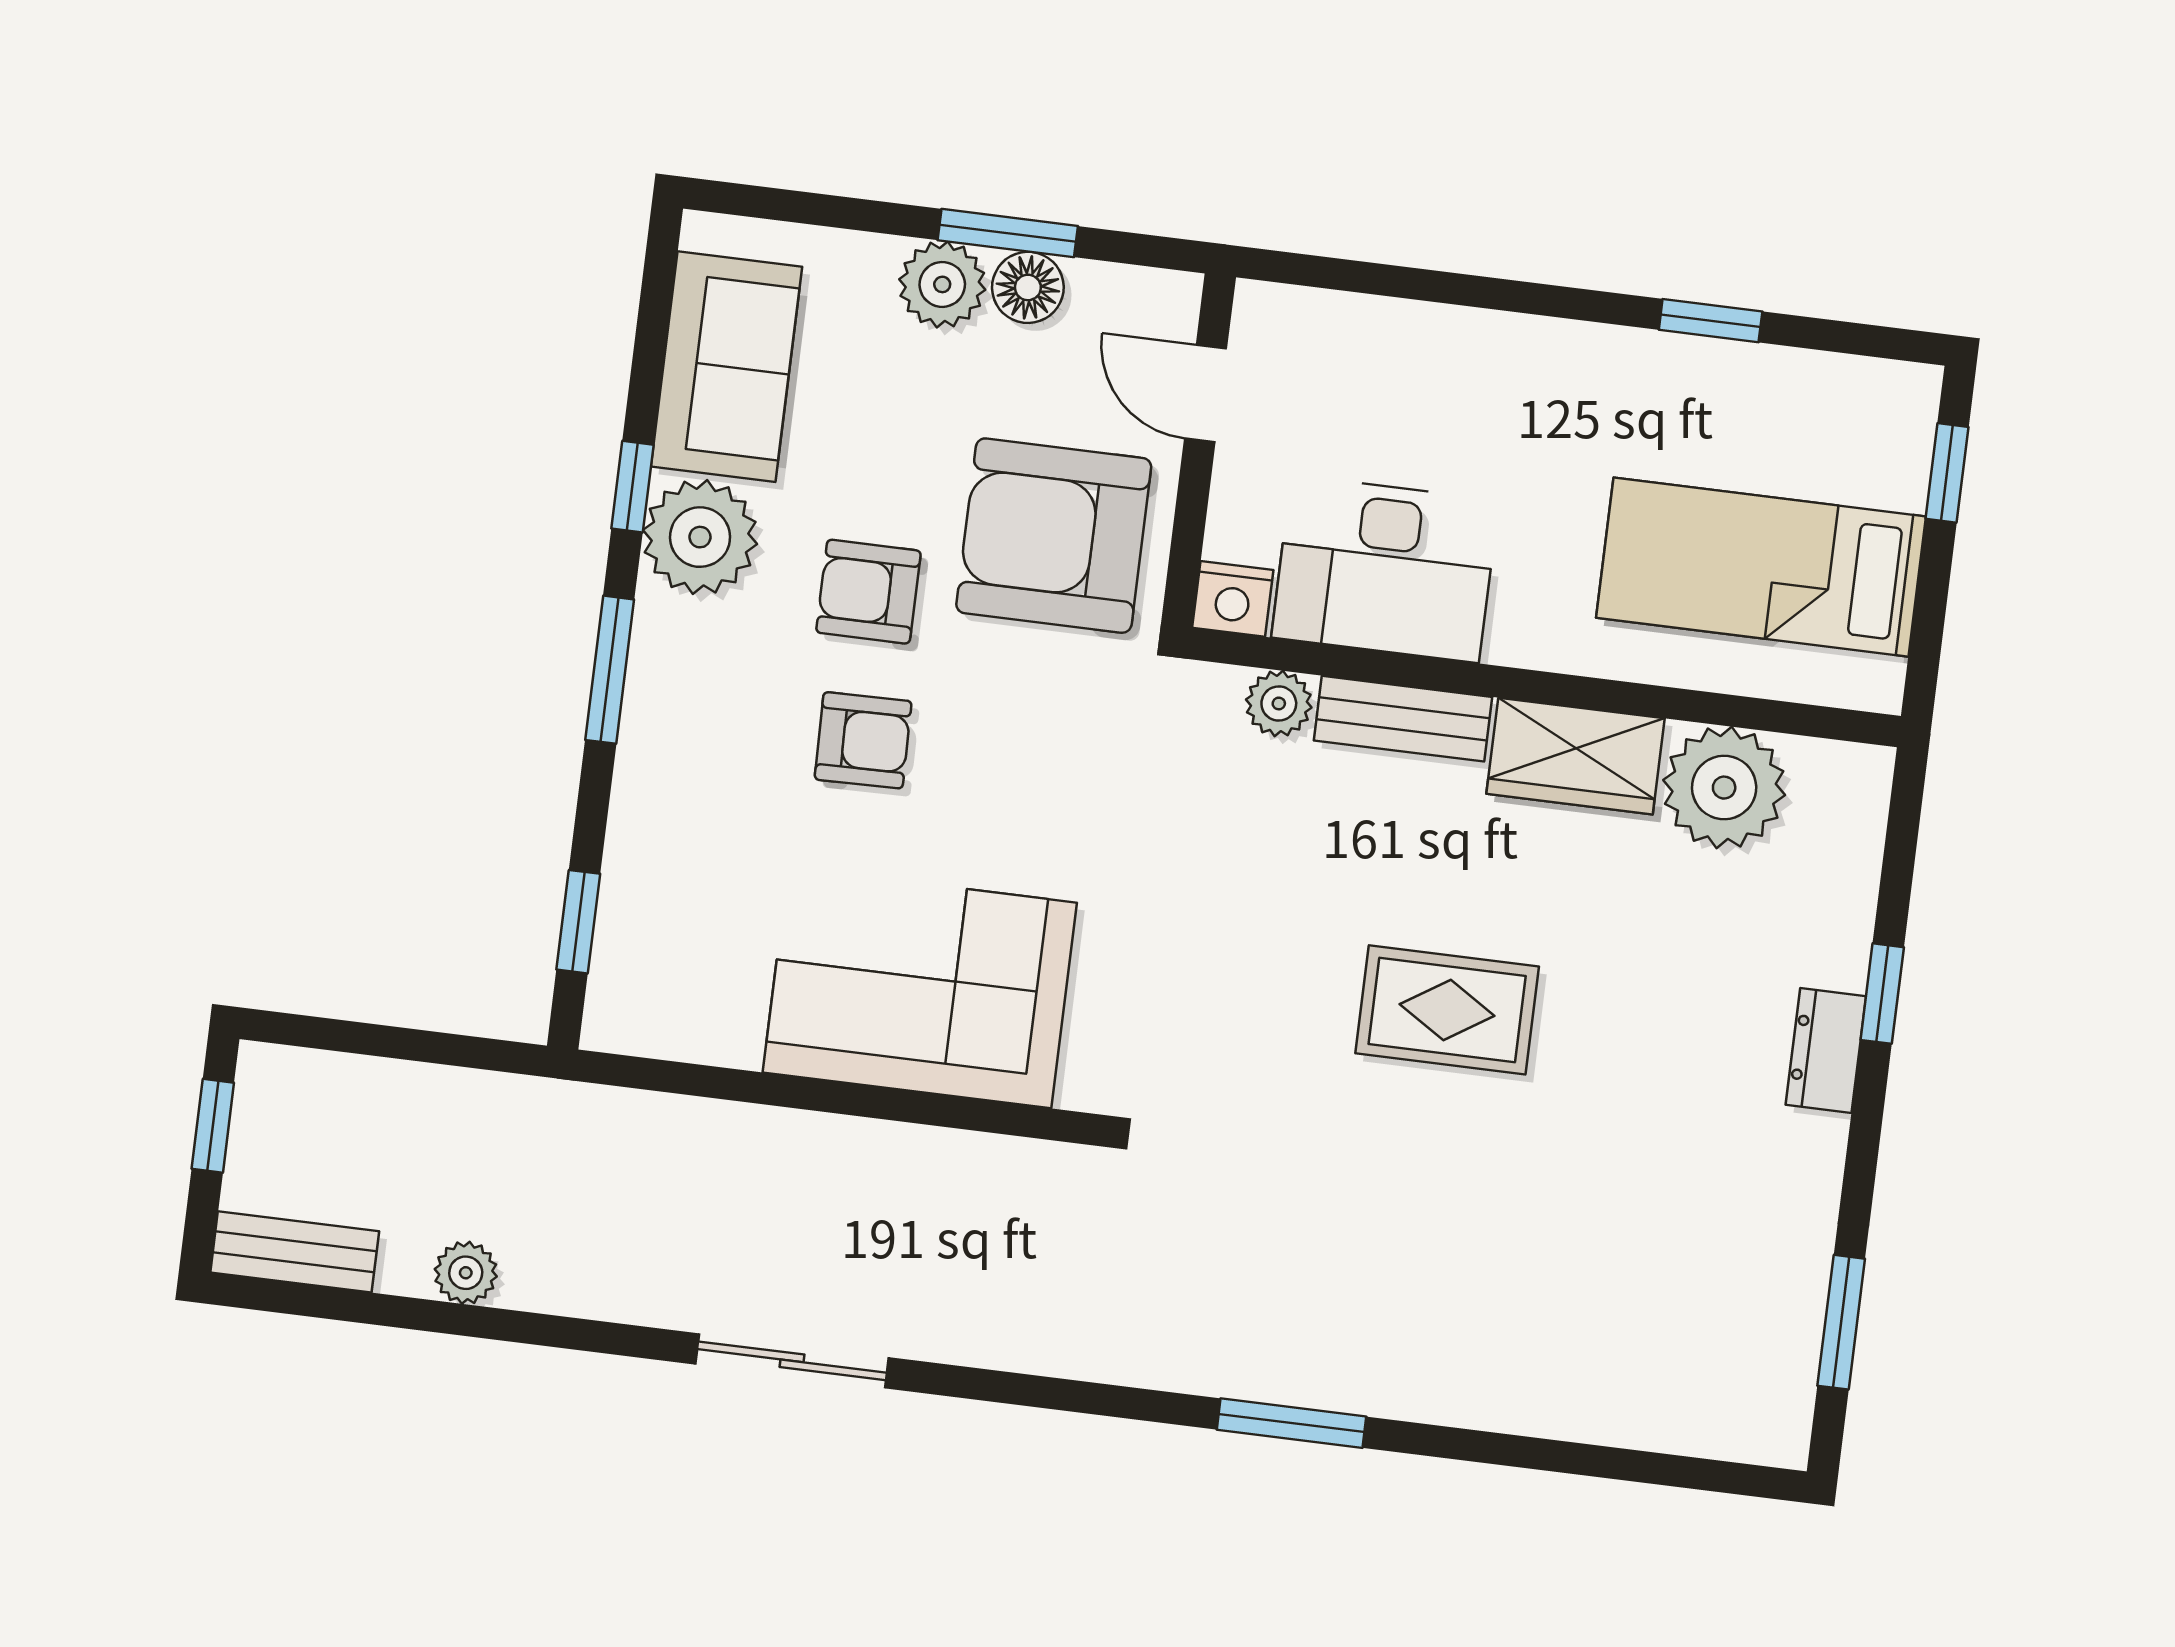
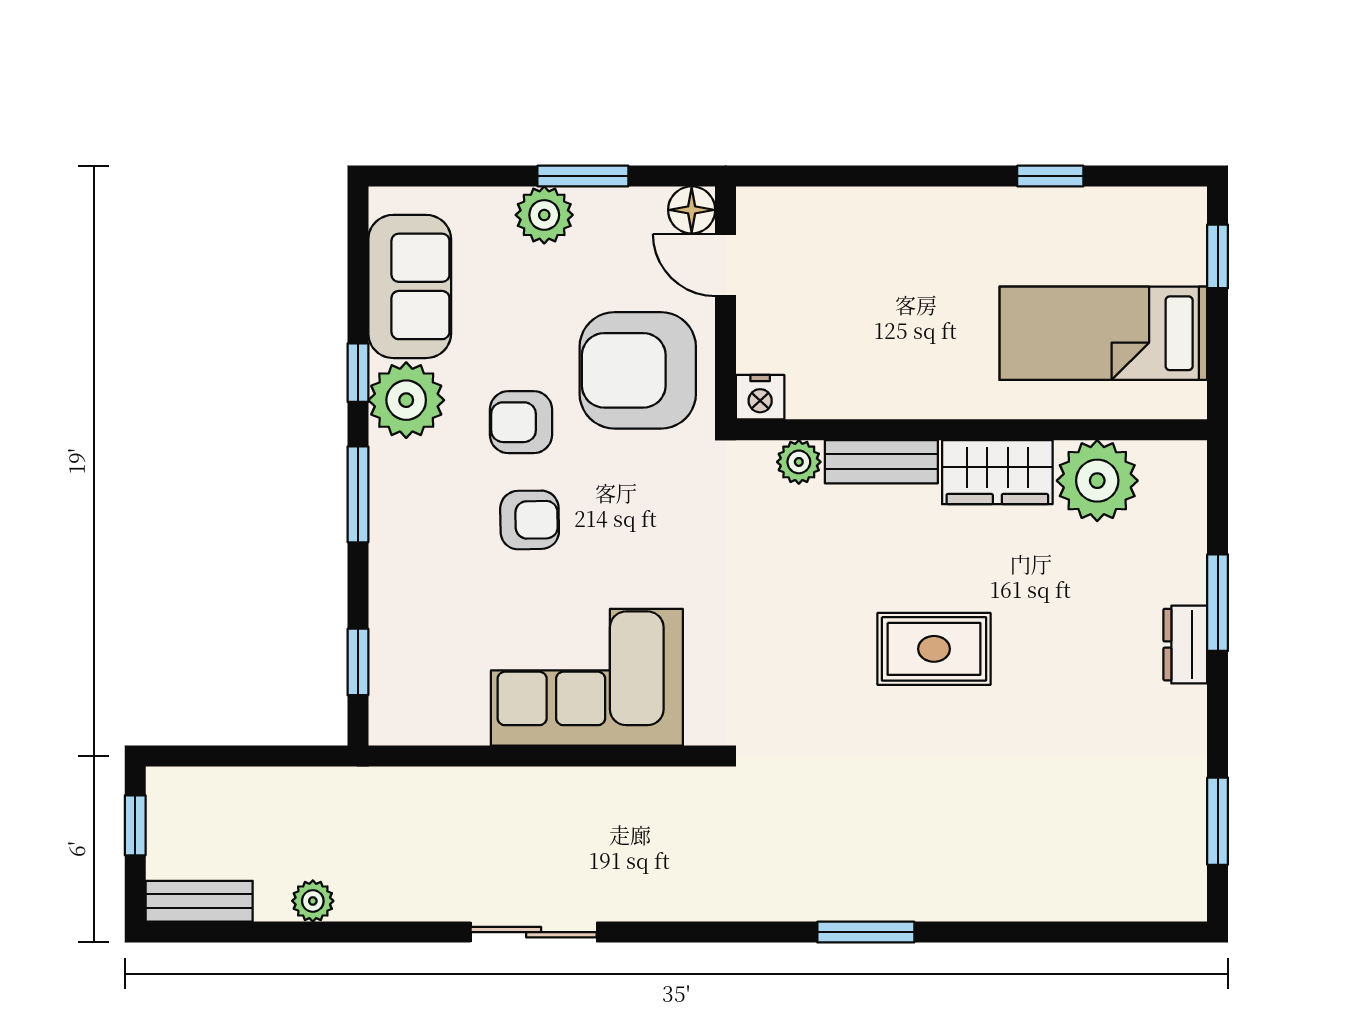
floor lamp: (1028, 287) -> (692, 210), moved
desk: (1385, 569) -> (857, 365), removed
window: (1882, 994) -> (1218, 603), width x1.50

